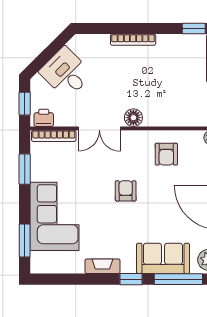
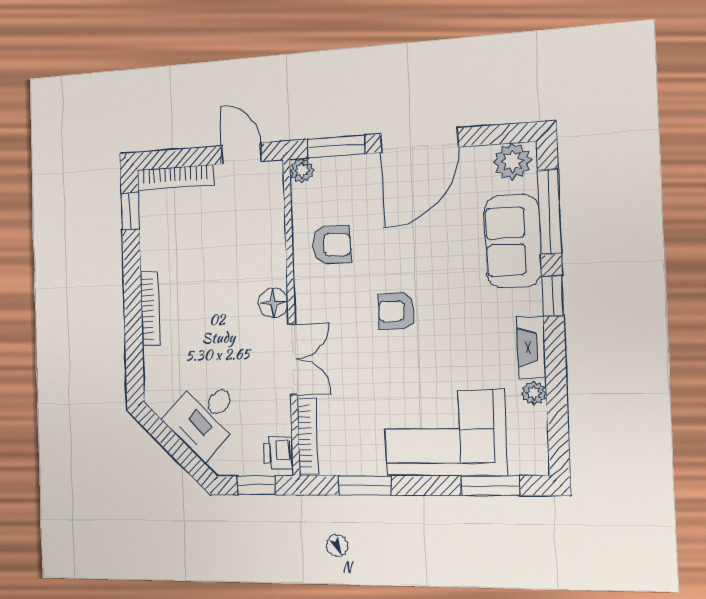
plant: (77, 267) -> (534, 393), added

